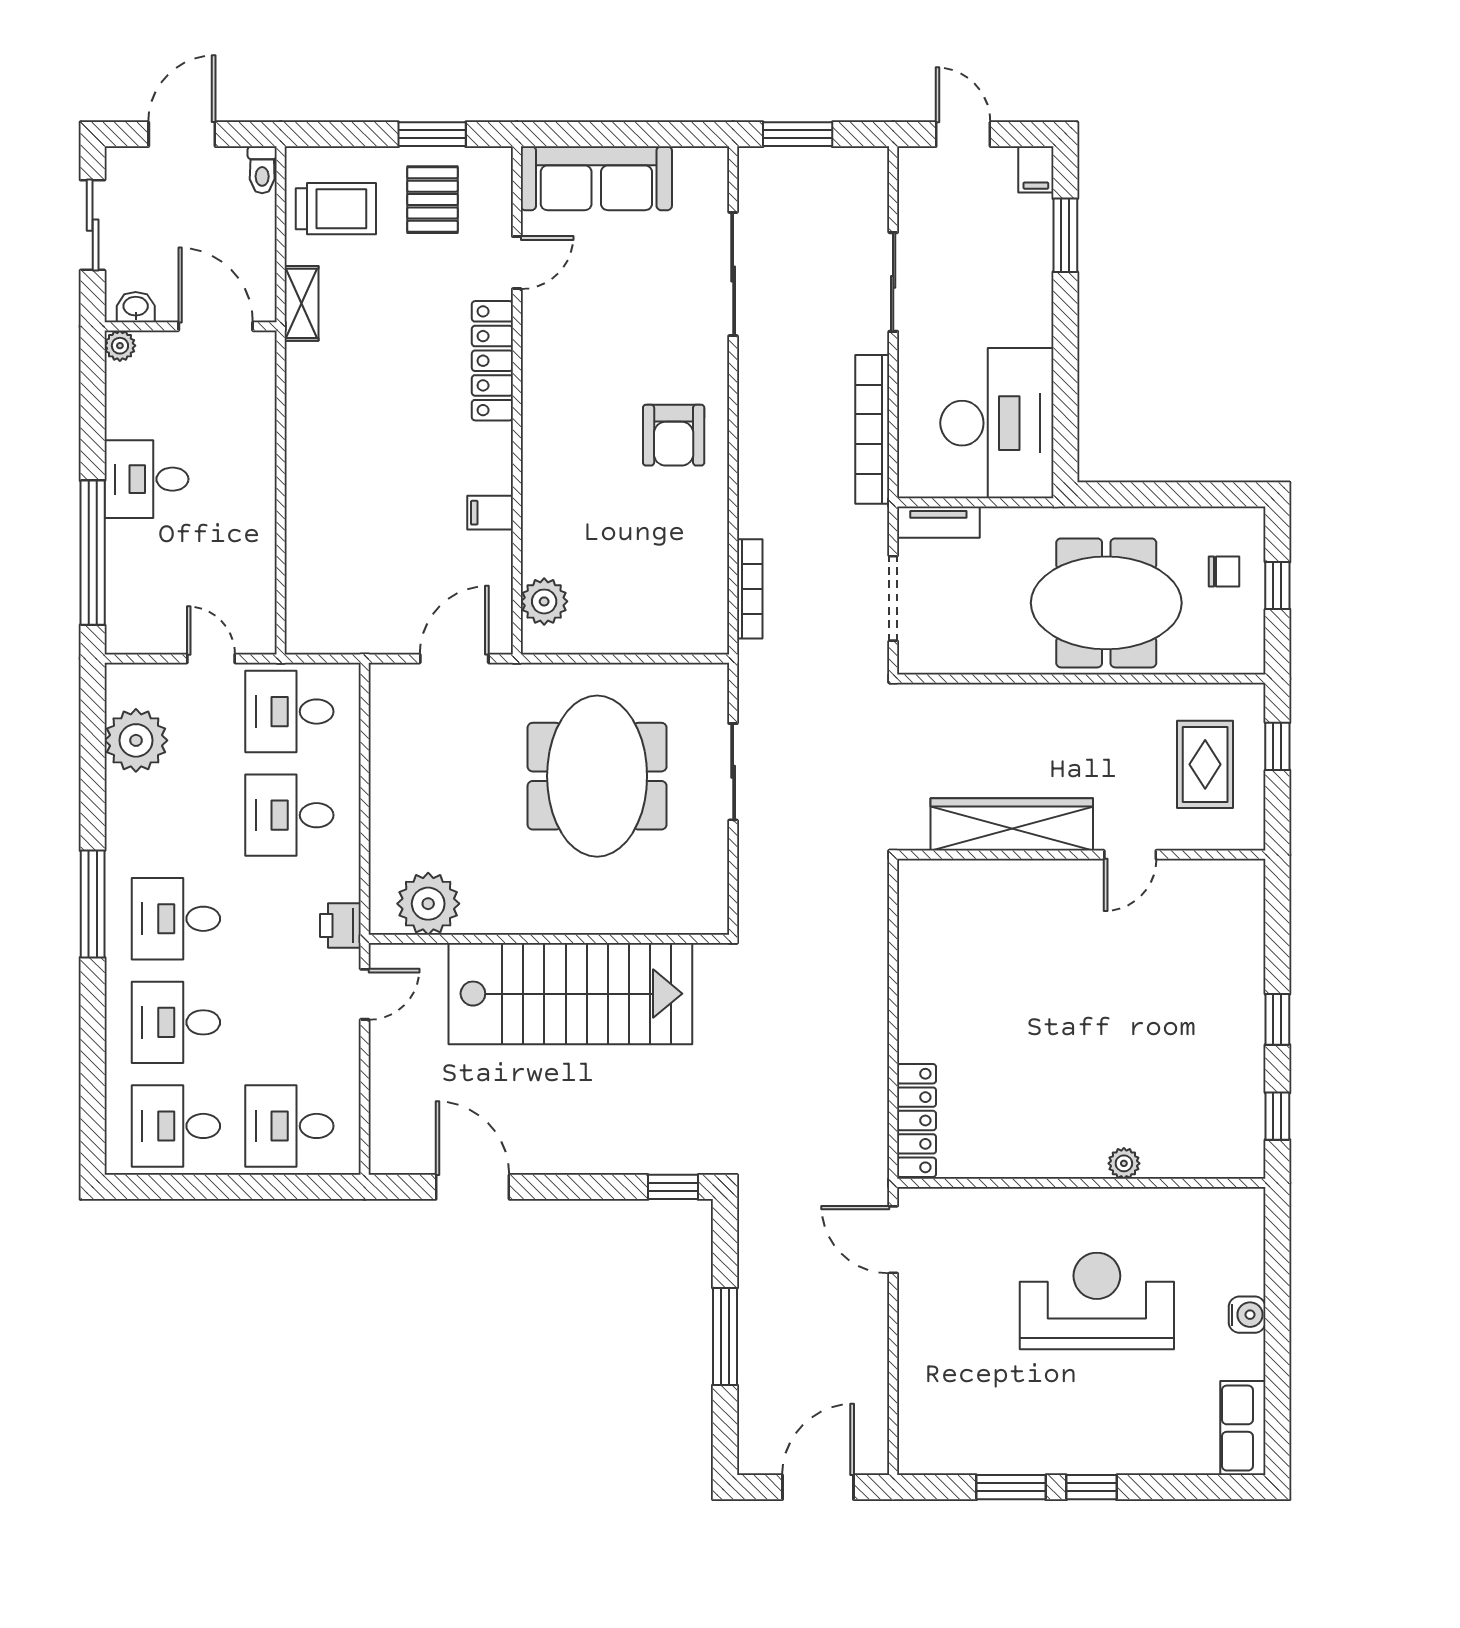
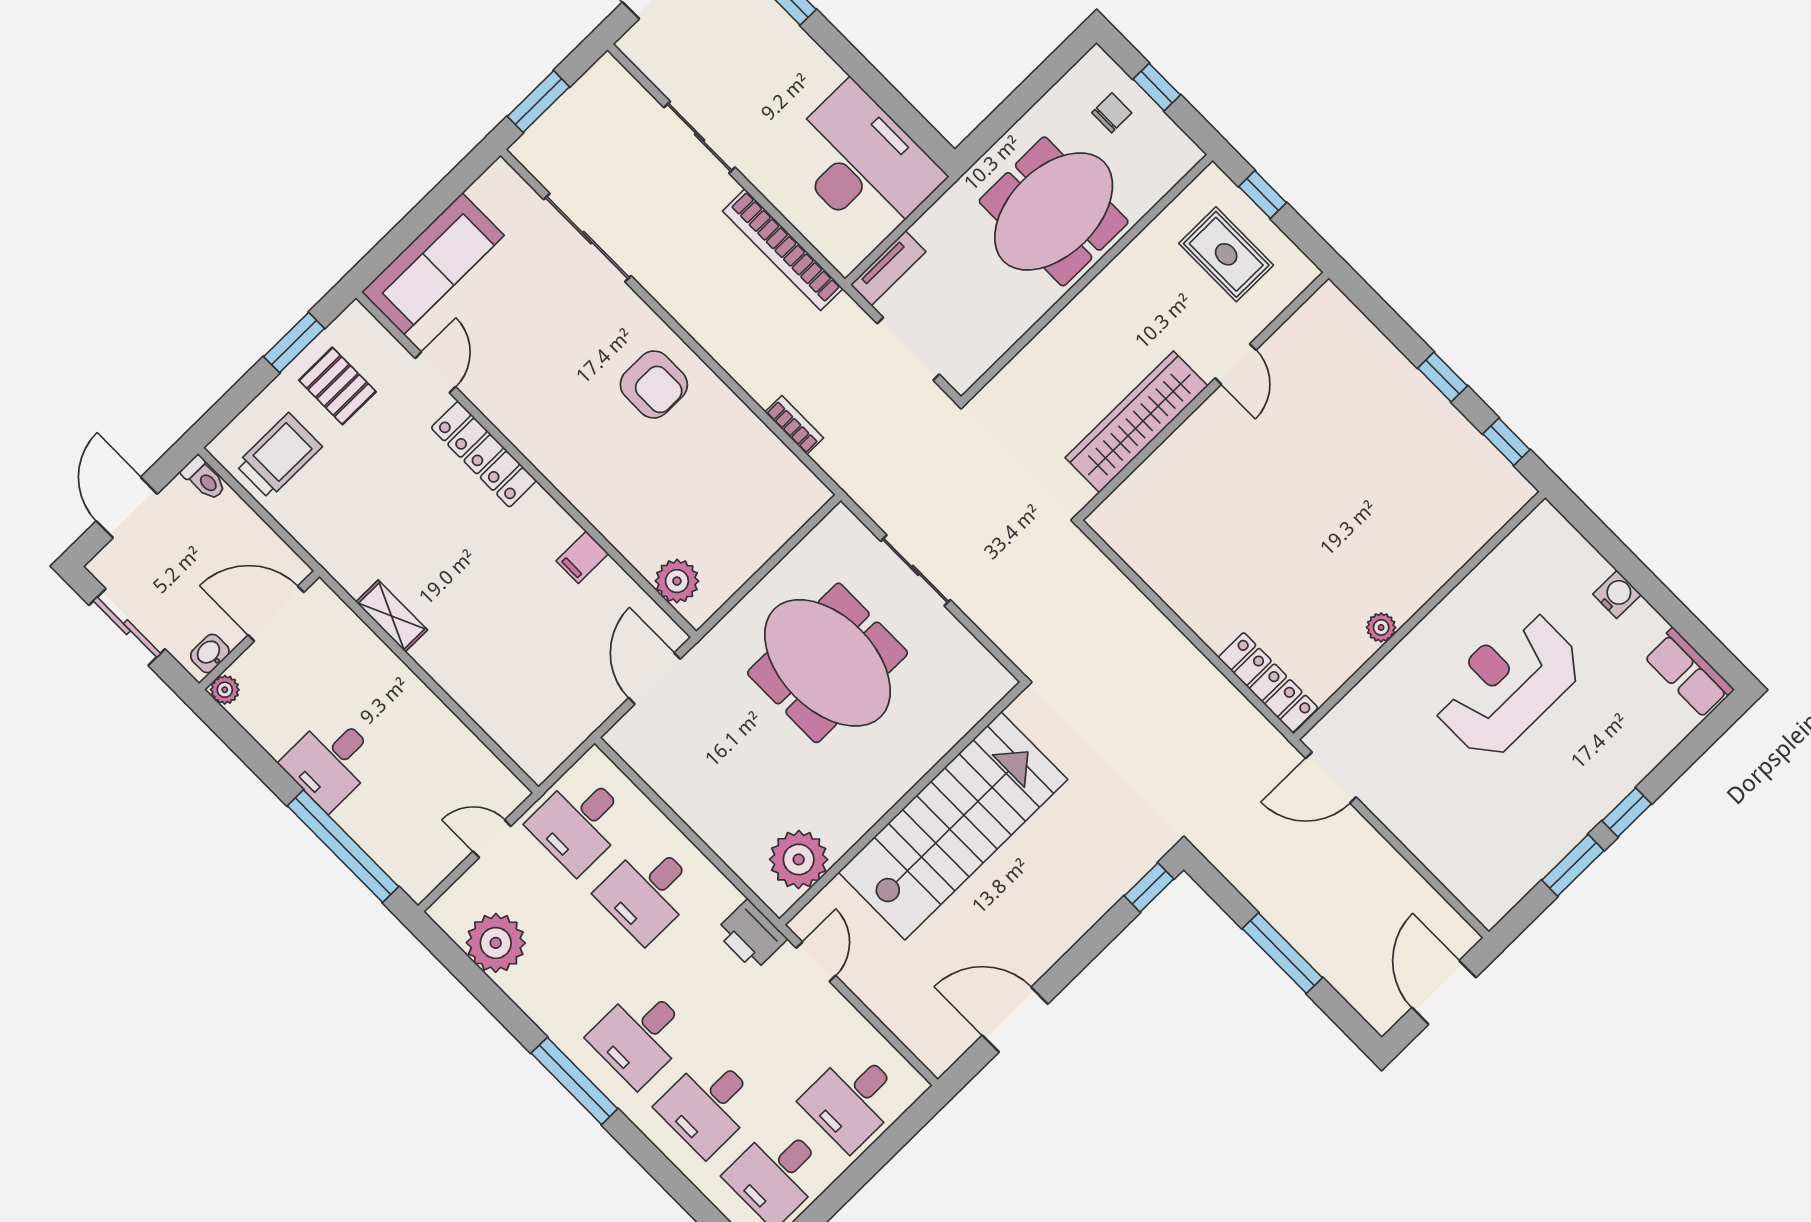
shelving: (302, 303) -> (392, 616), moved
bookcase: (750, 589) -> (794, 425), width x0.64
printer: (340, 925) -> (751, 935), width x1.36, depth x1.24
plant: (1124, 1163) -> (1381, 627), moved

